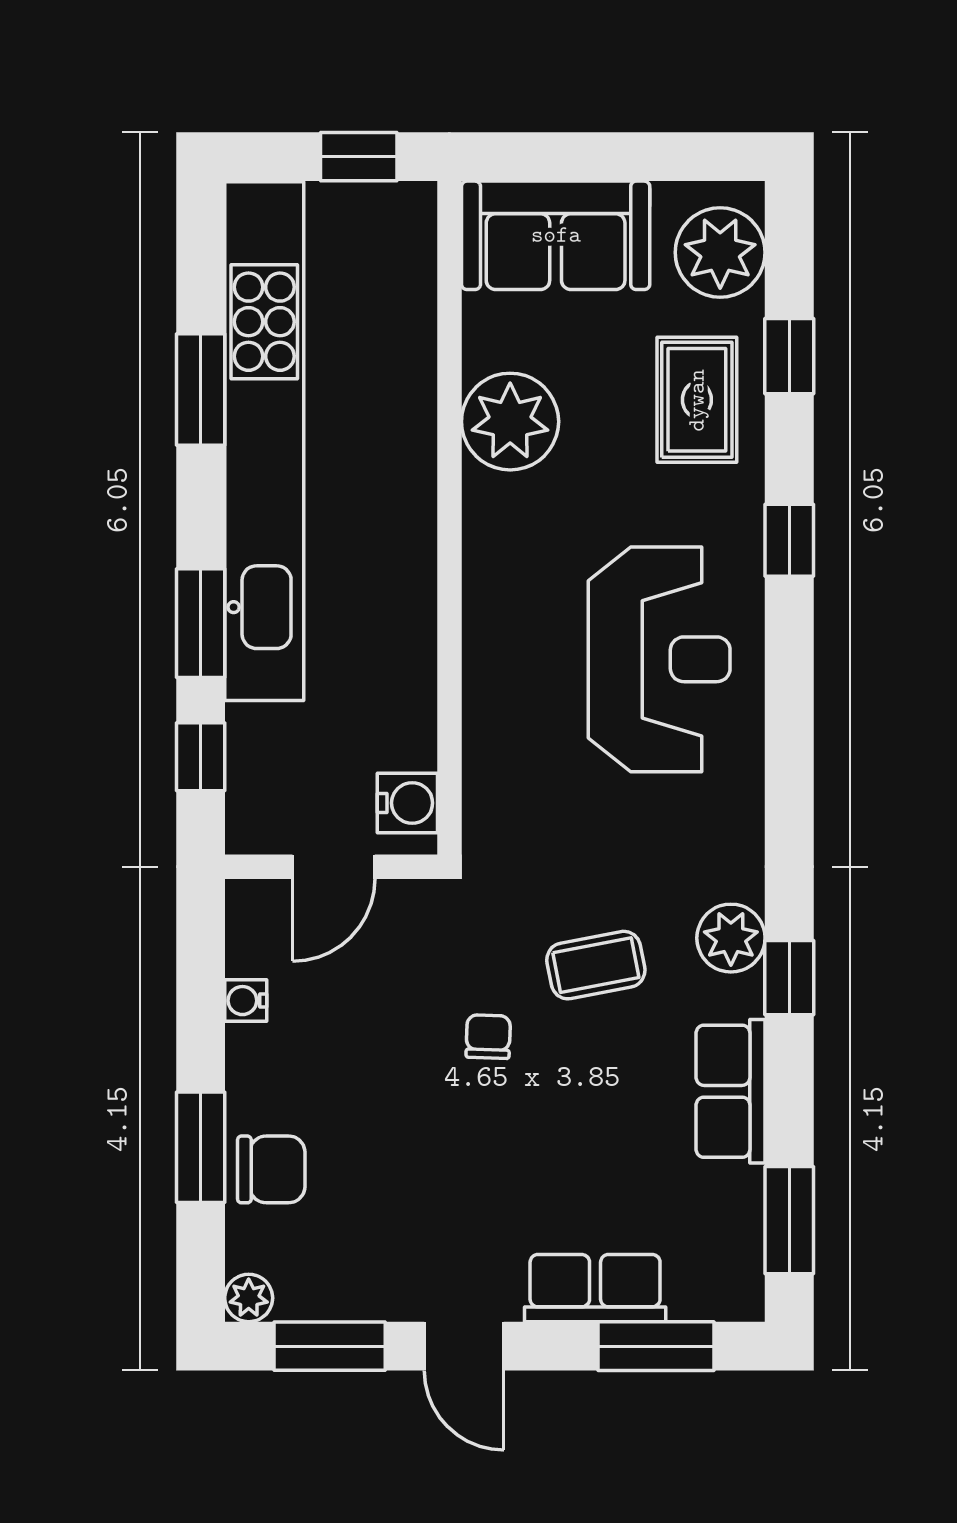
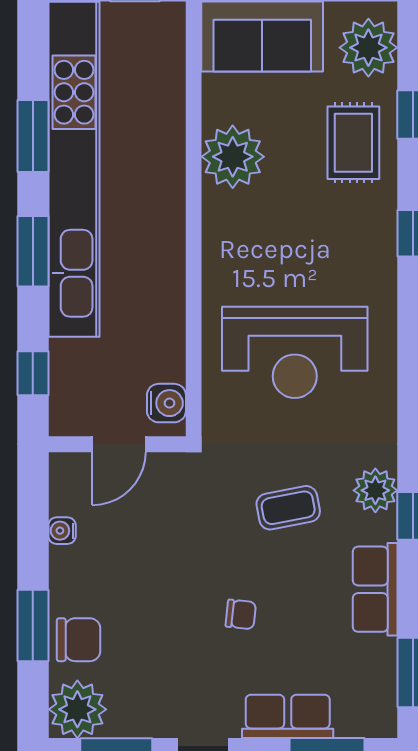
window: (201, 623) -> (33, 251), moved
reception desk: (659, 659) -> (295, 352), moved, turned 90
chair: (488, 1037) -> (241, 614), moved, turned 94
plant: (249, 1298) -> (77, 709), width x1.87, depth x1.87

